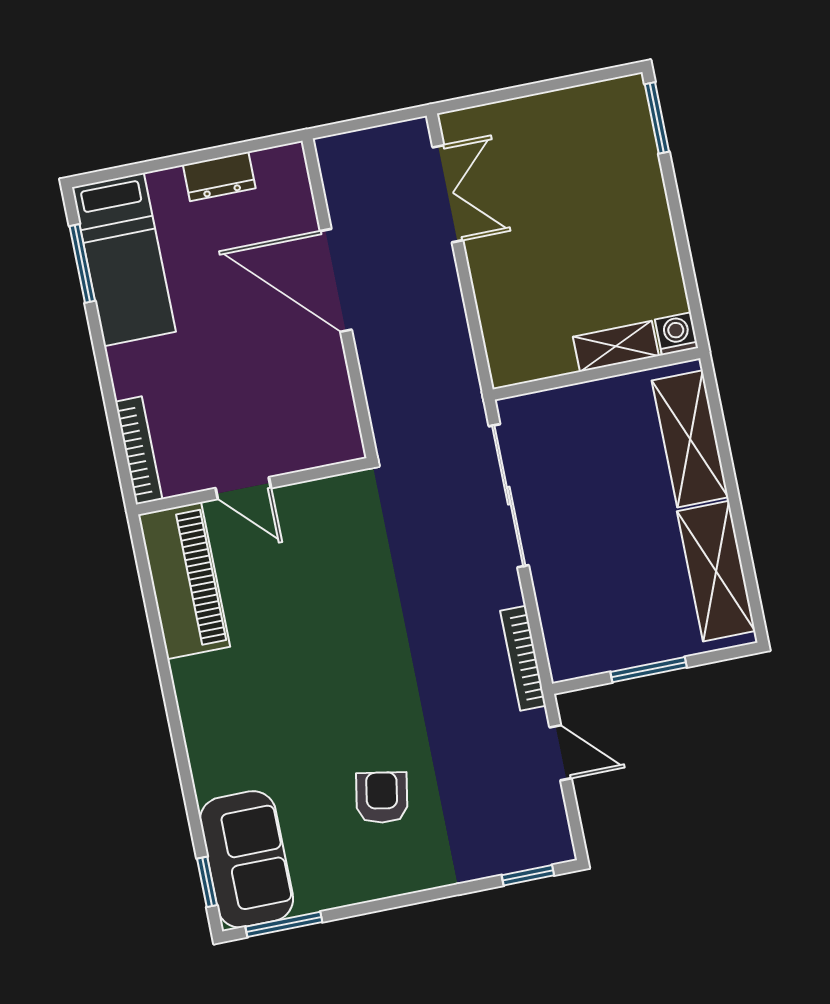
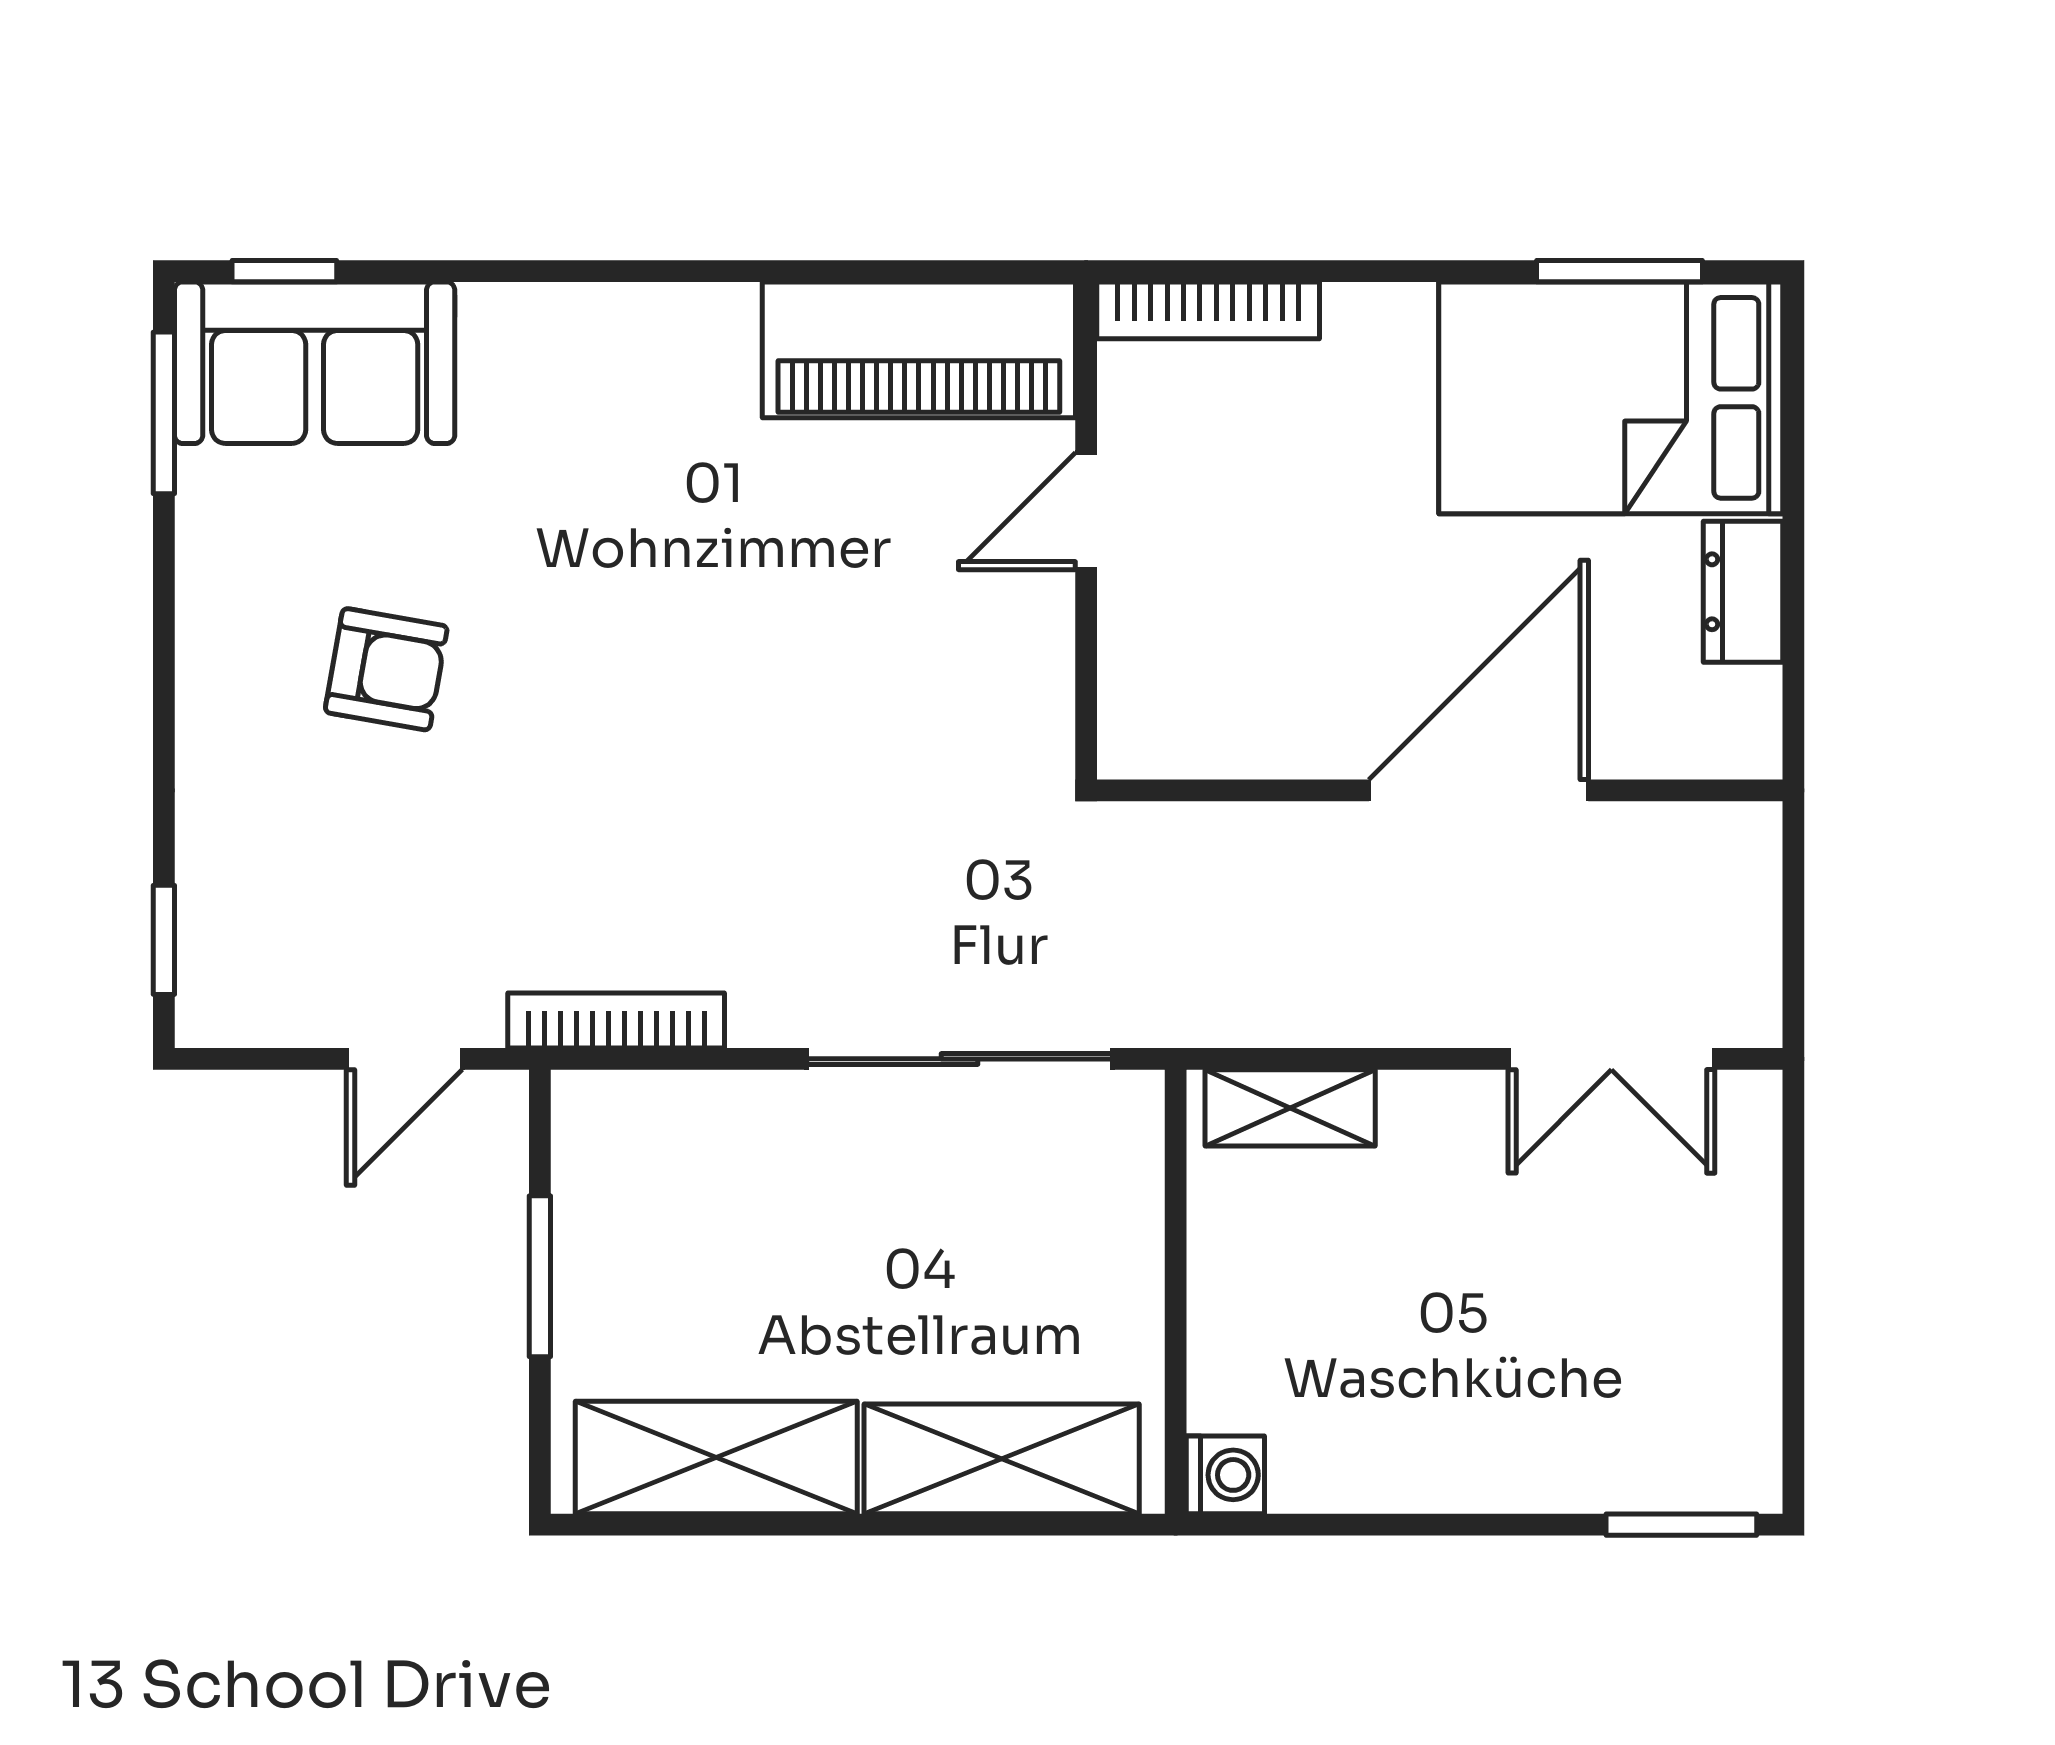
bed: (124, 259) -> (1611, 398), width x1.50
shelving: (616, 346) -> (1290, 1108), moved, turned 90

